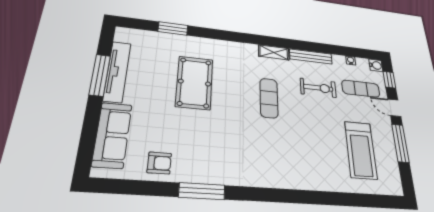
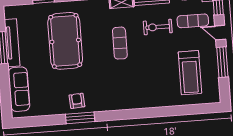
pool table: (194, 83) -> (65, 41), width x1.36, depth x1.32
exercise bike: (318, 88) -> (158, 27), turned 180
armchair: (159, 163) -> (77, 101), moved, turned -94

